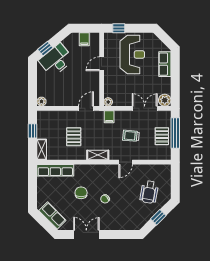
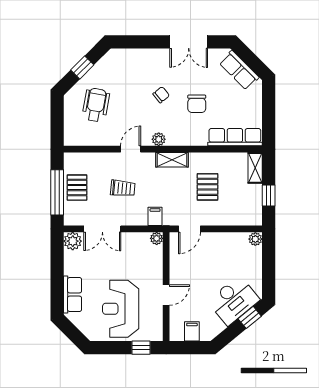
plant: (107, 169) -> (159, 139), added

